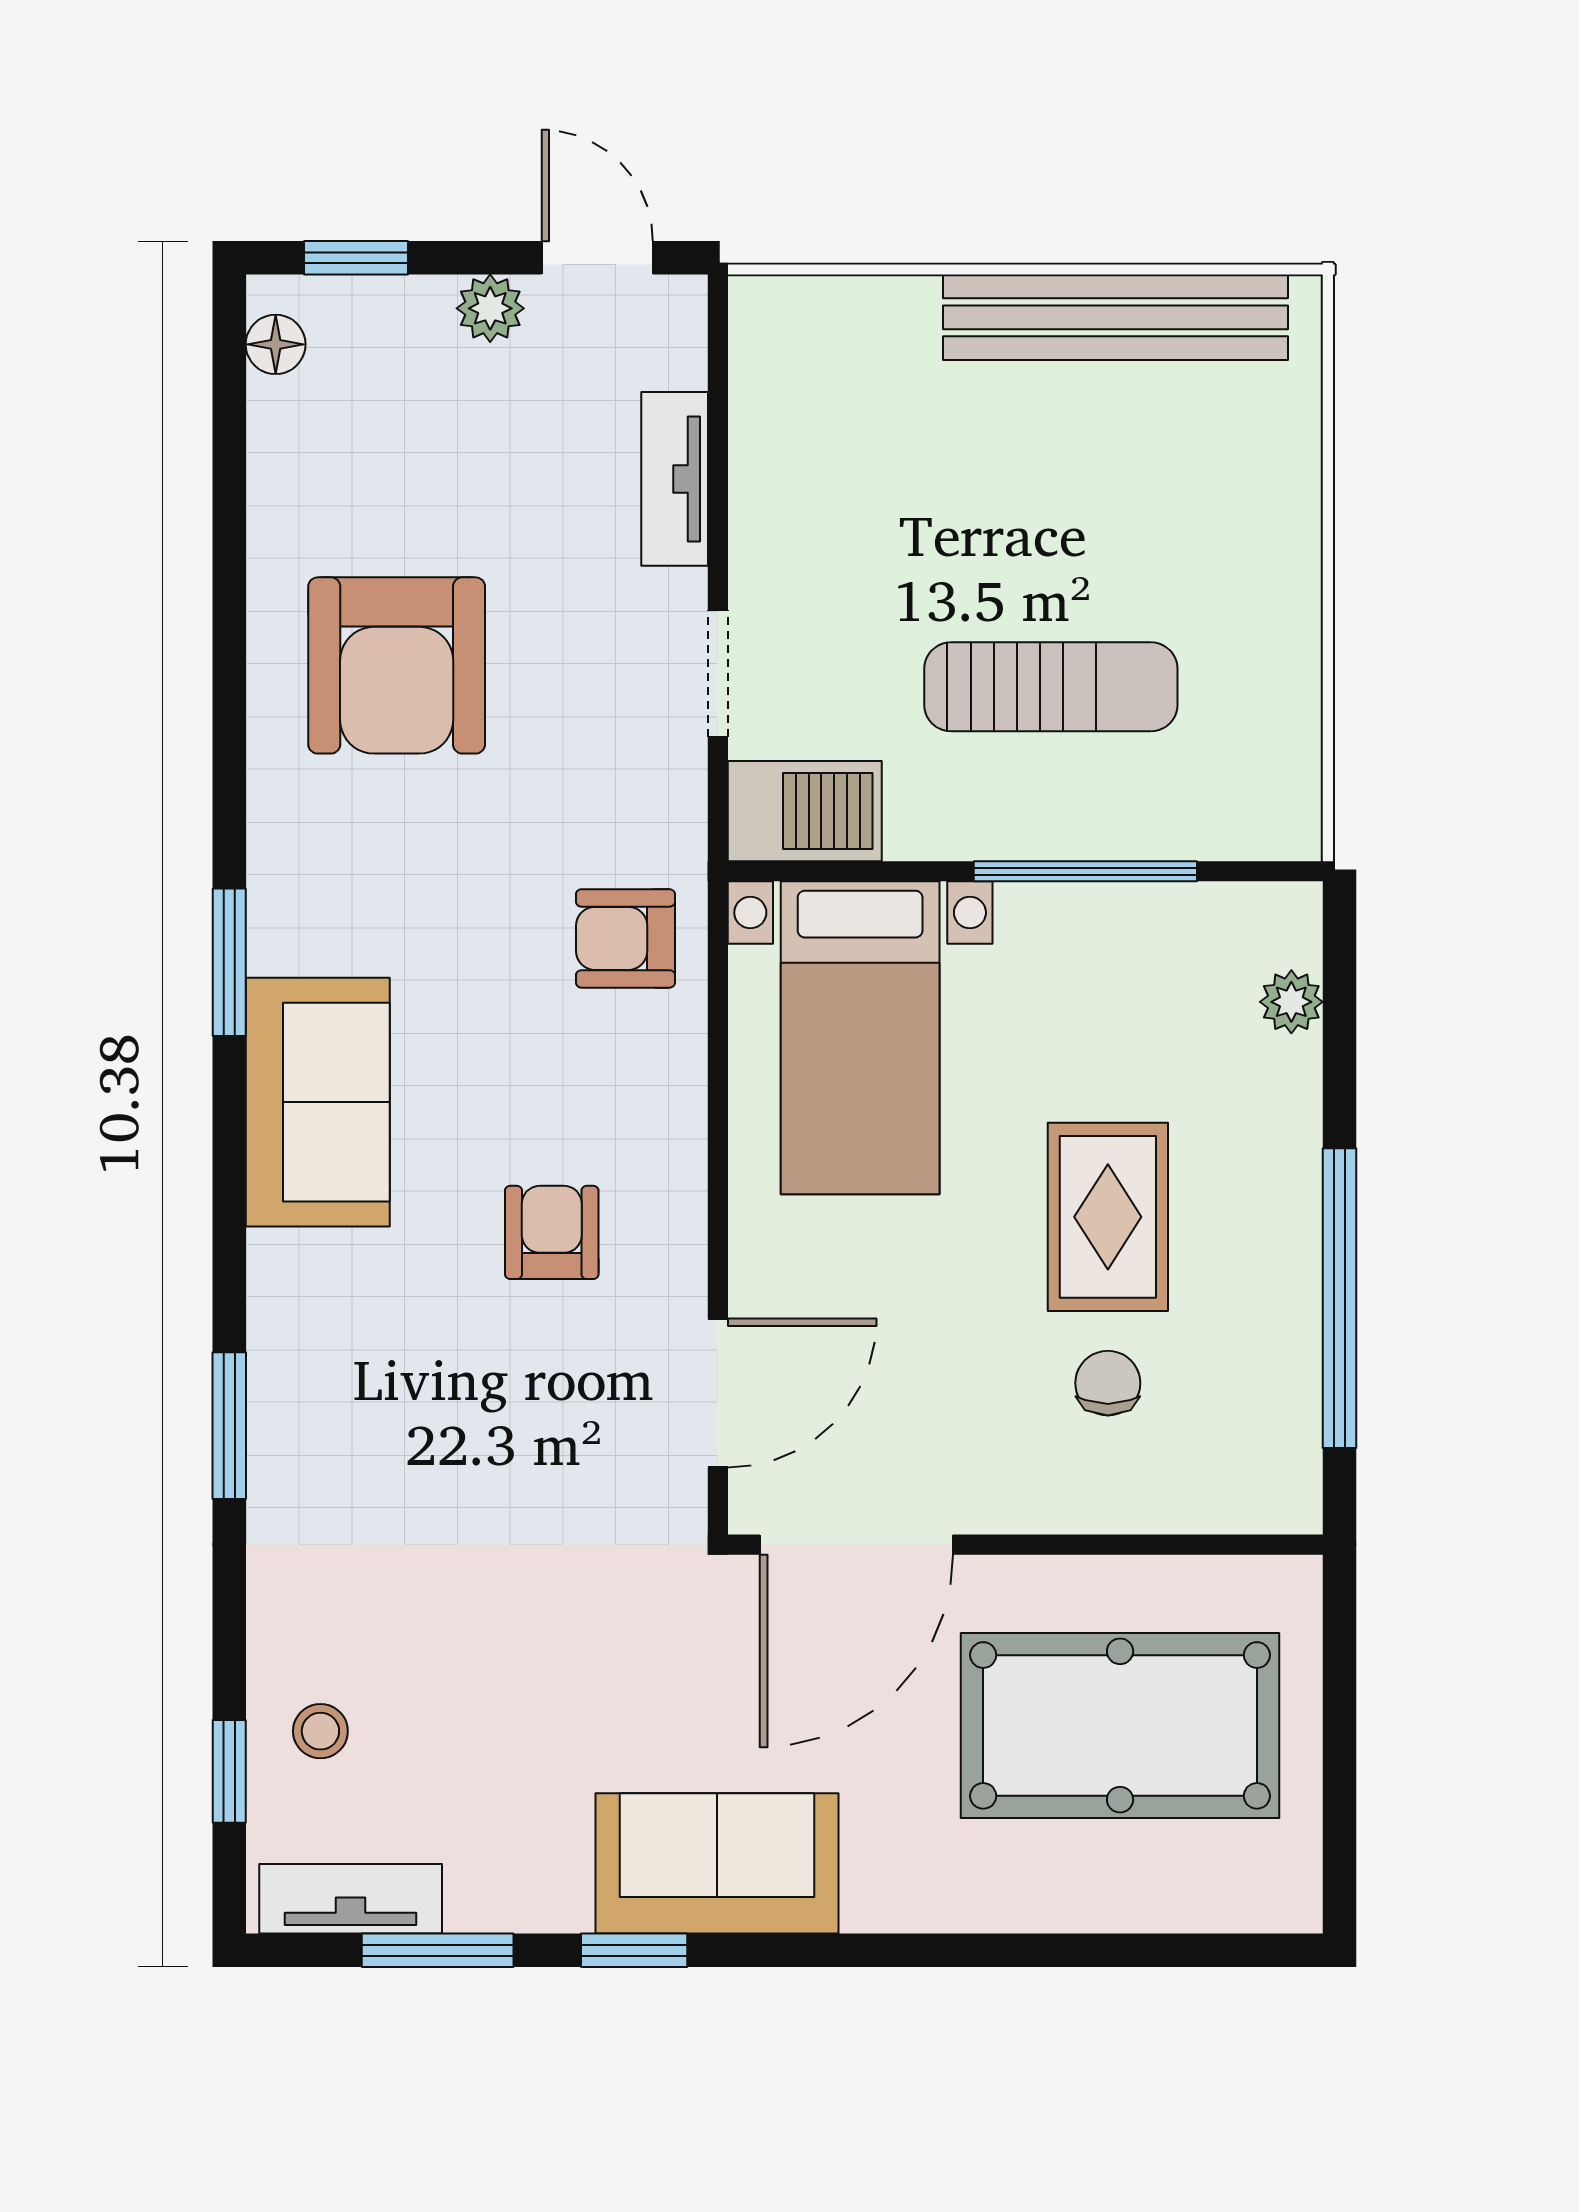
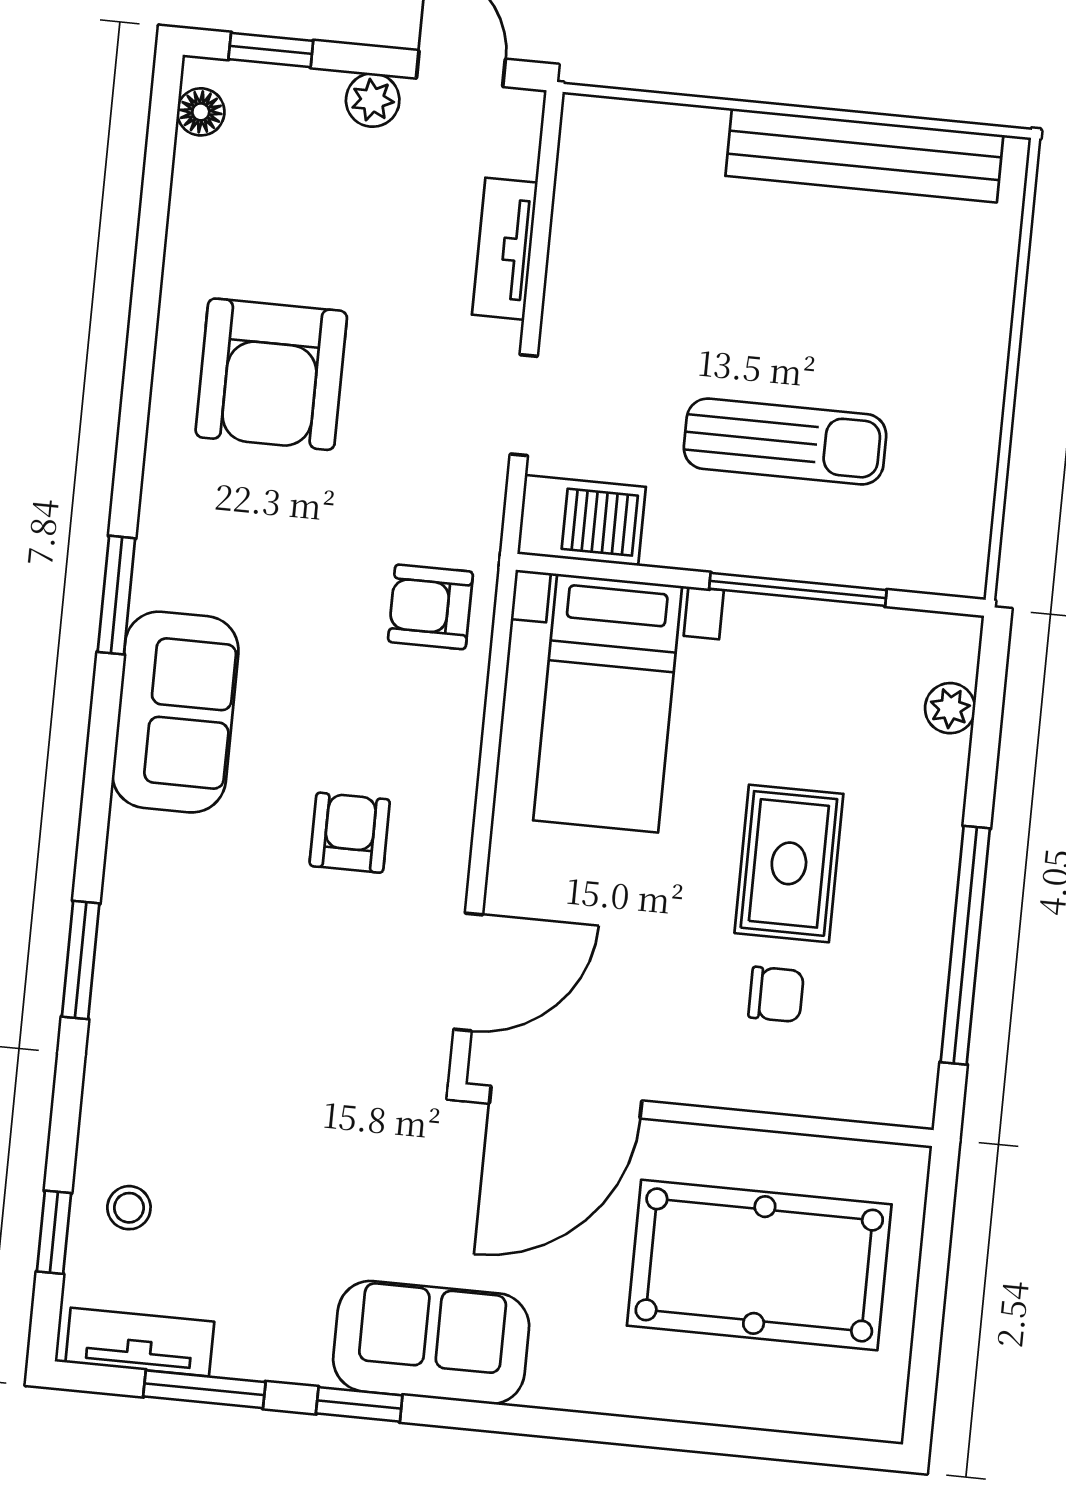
chair: (1108, 1383) -> (776, 994), turned 90

